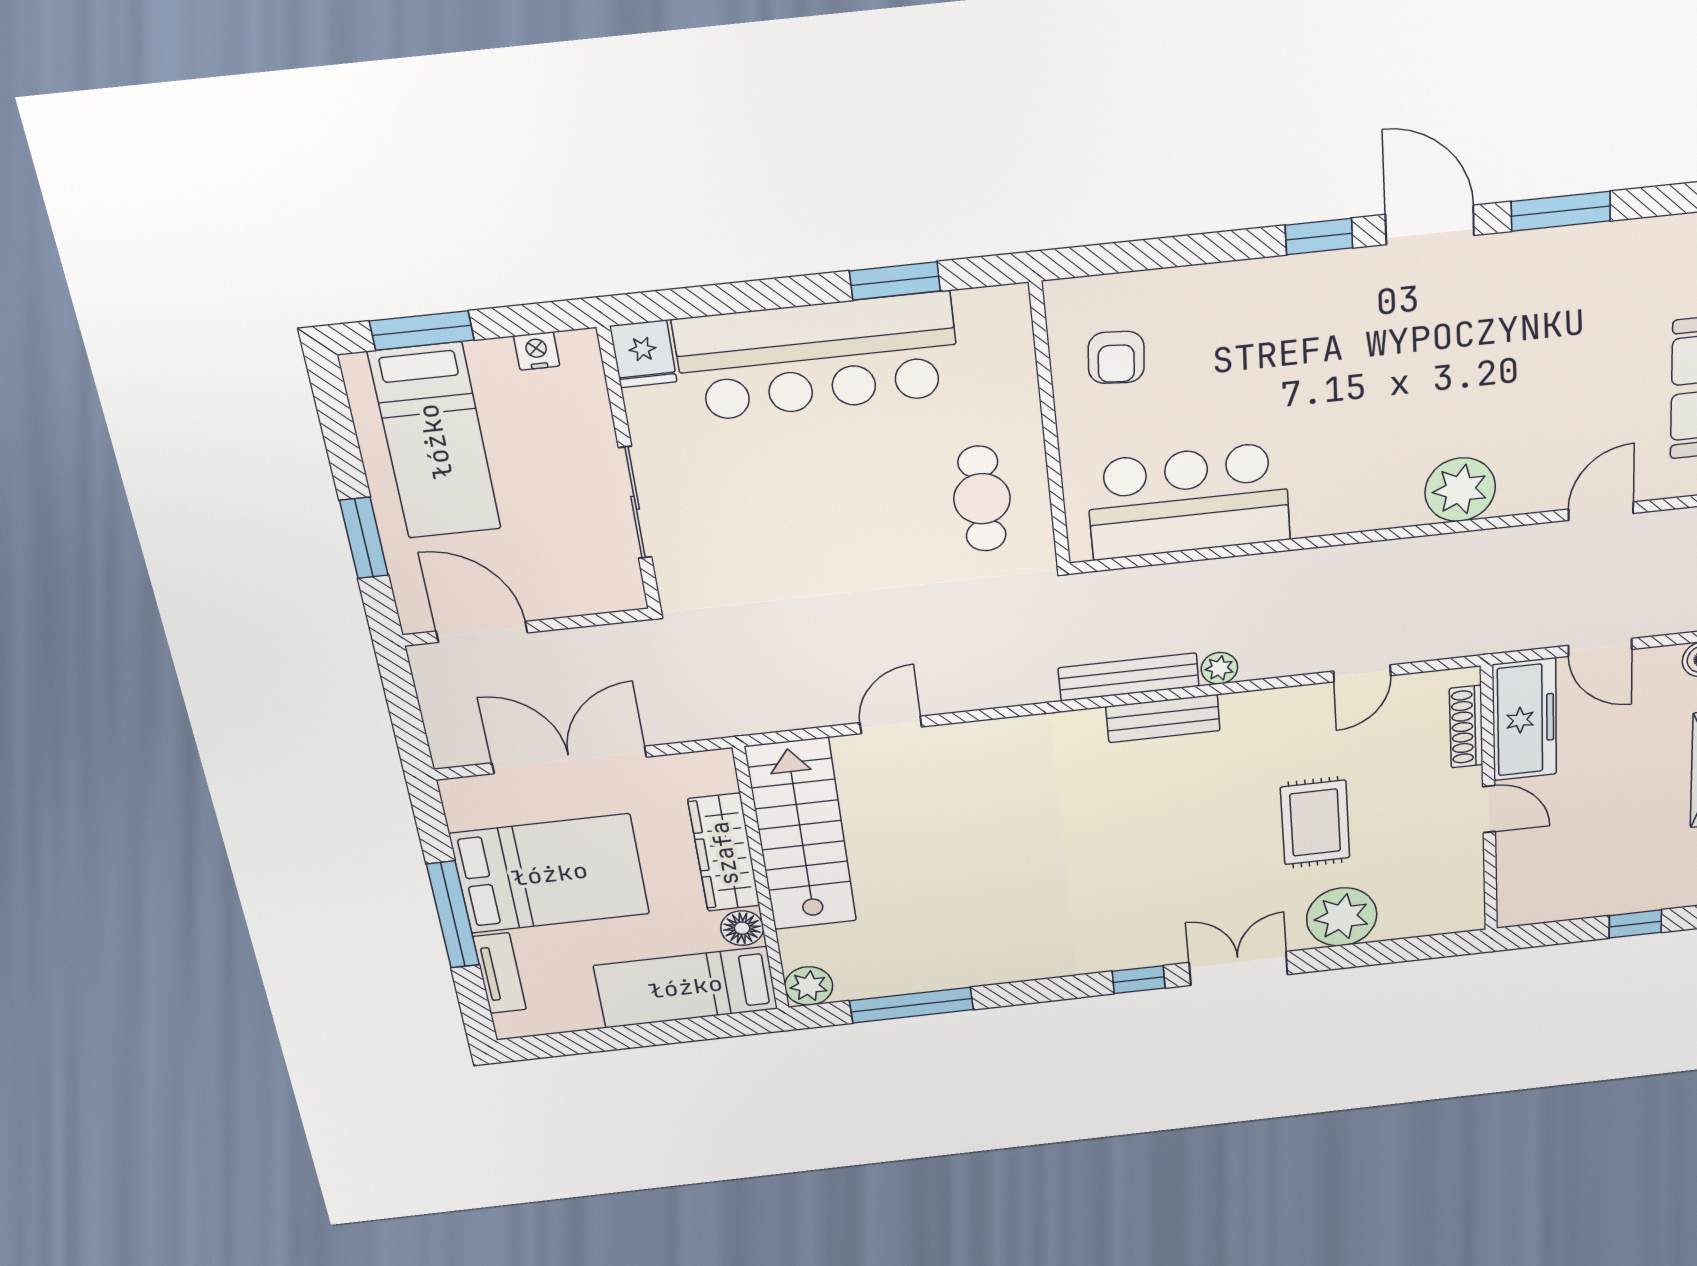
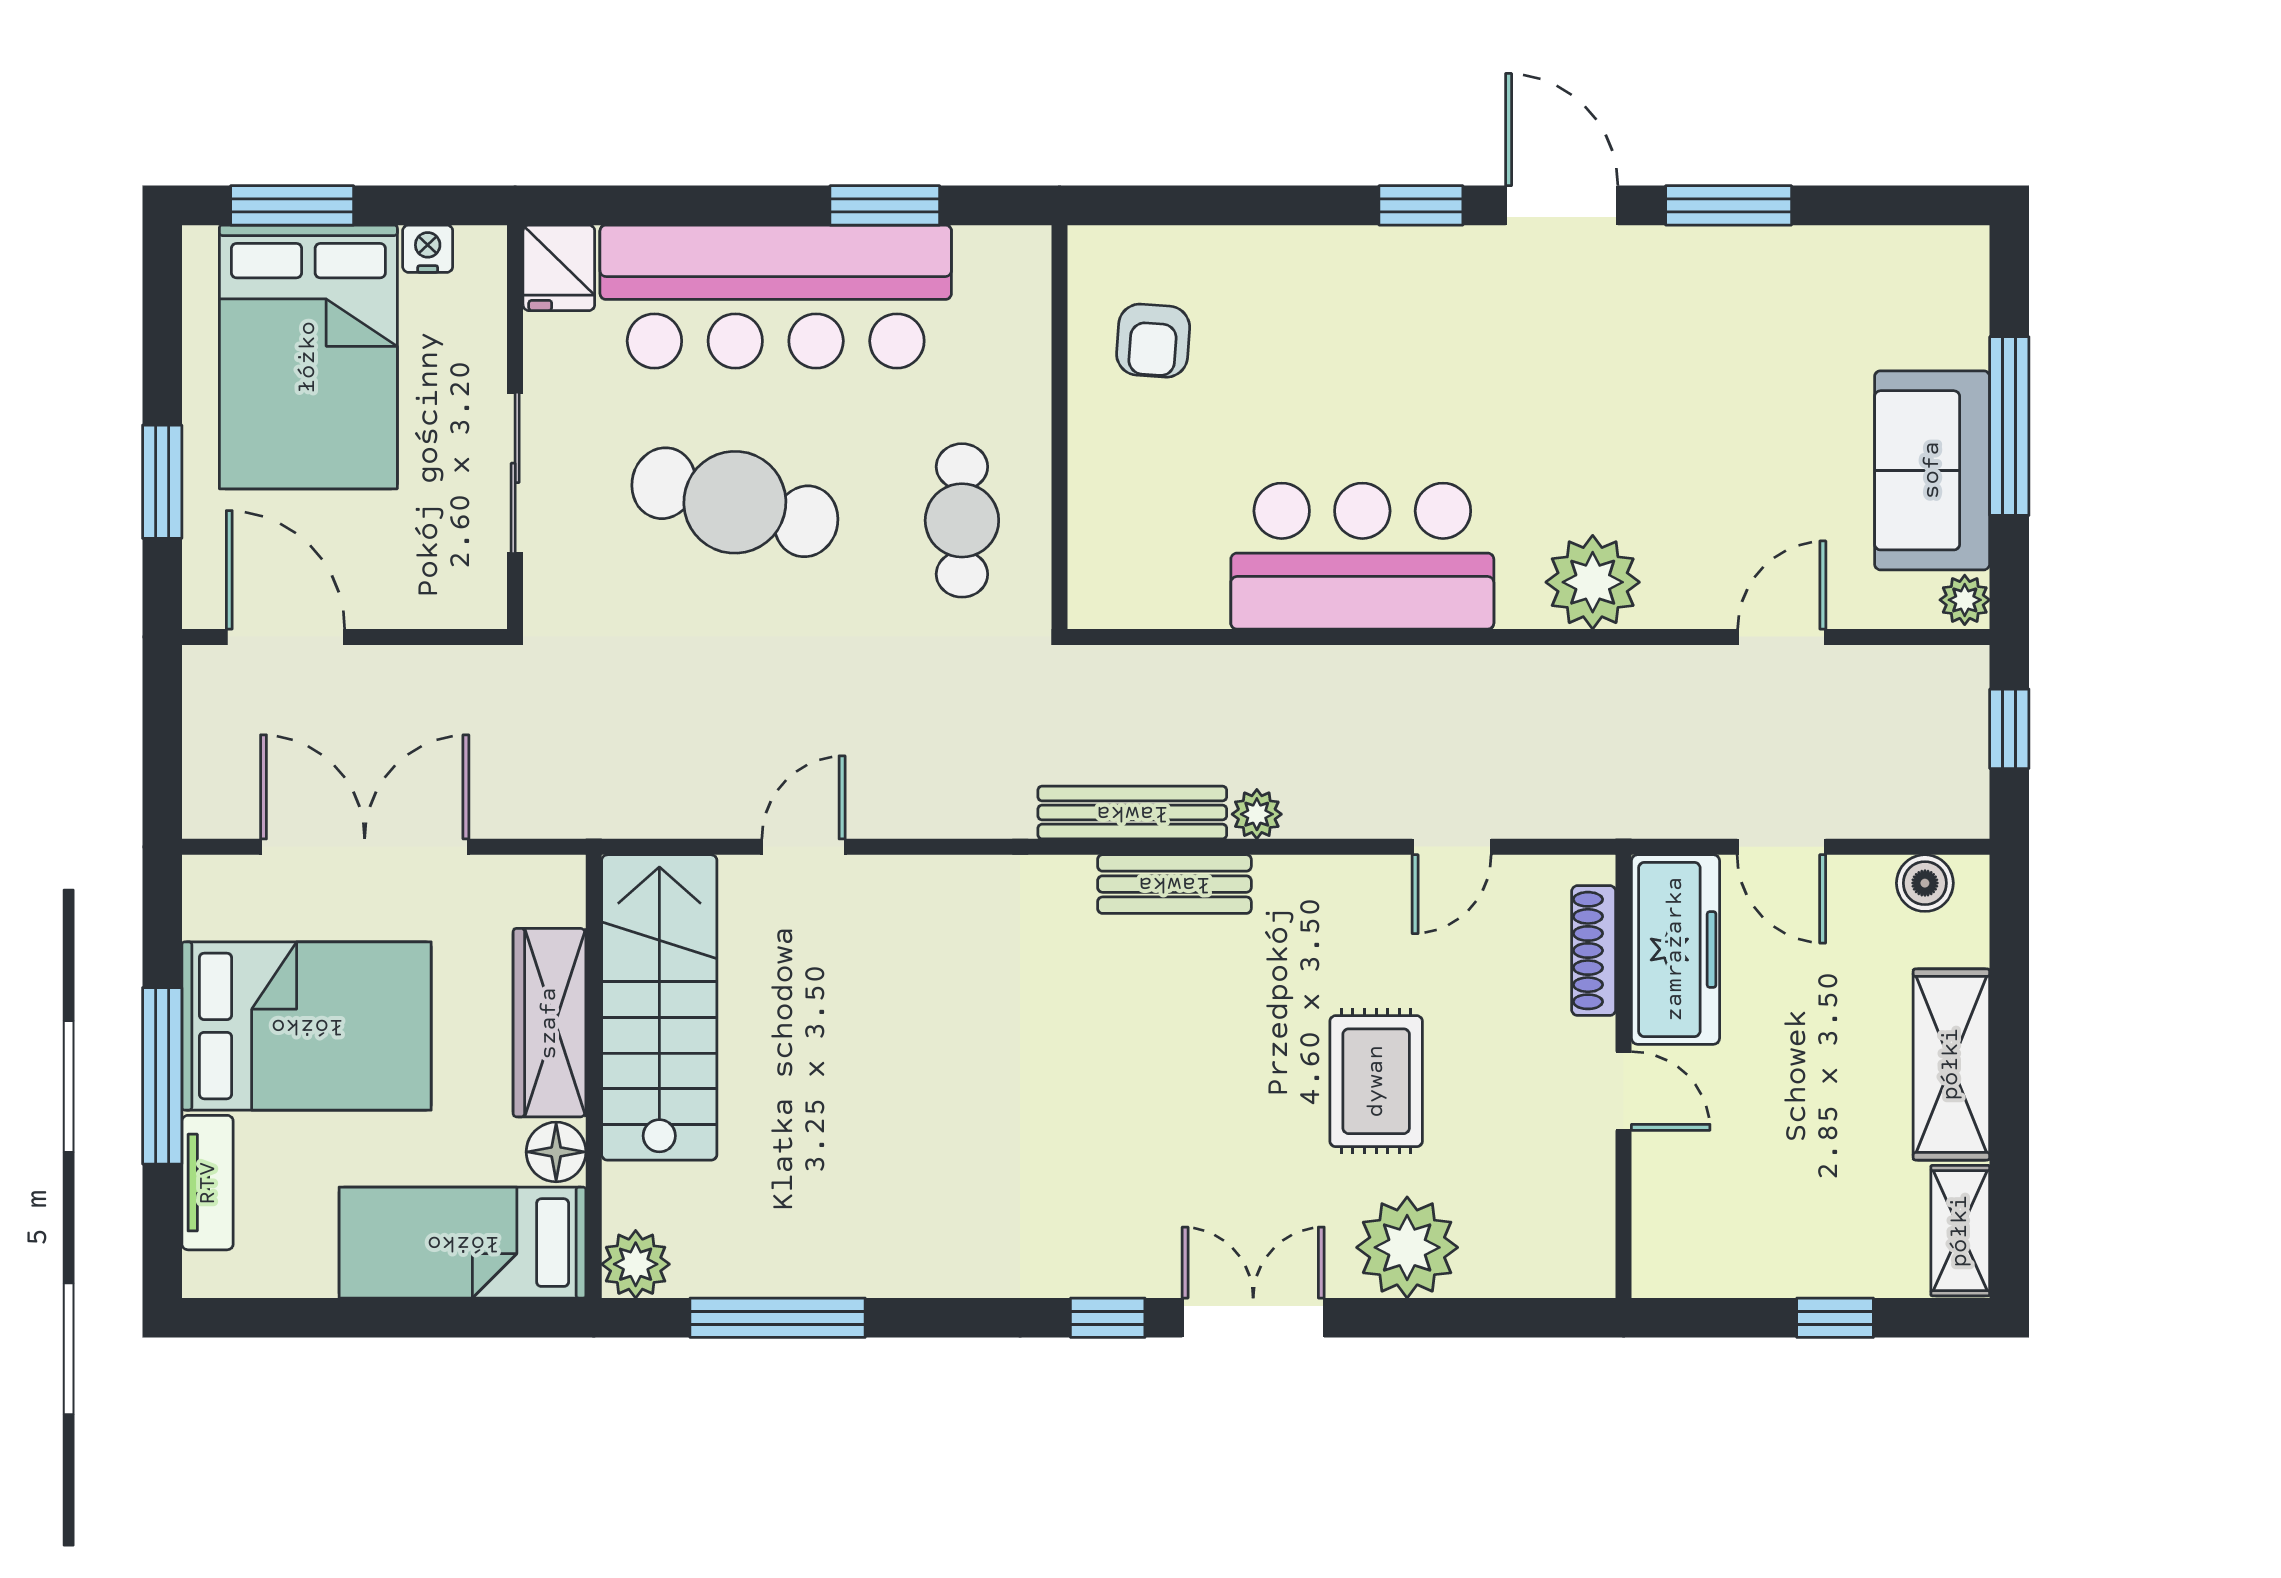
bed: (435, 441) -> (308, 357), width x1.50
bar counter: (1188, 501) -> (1362, 556), moved
cafe table: (807, 505) -> (735, 502), added

